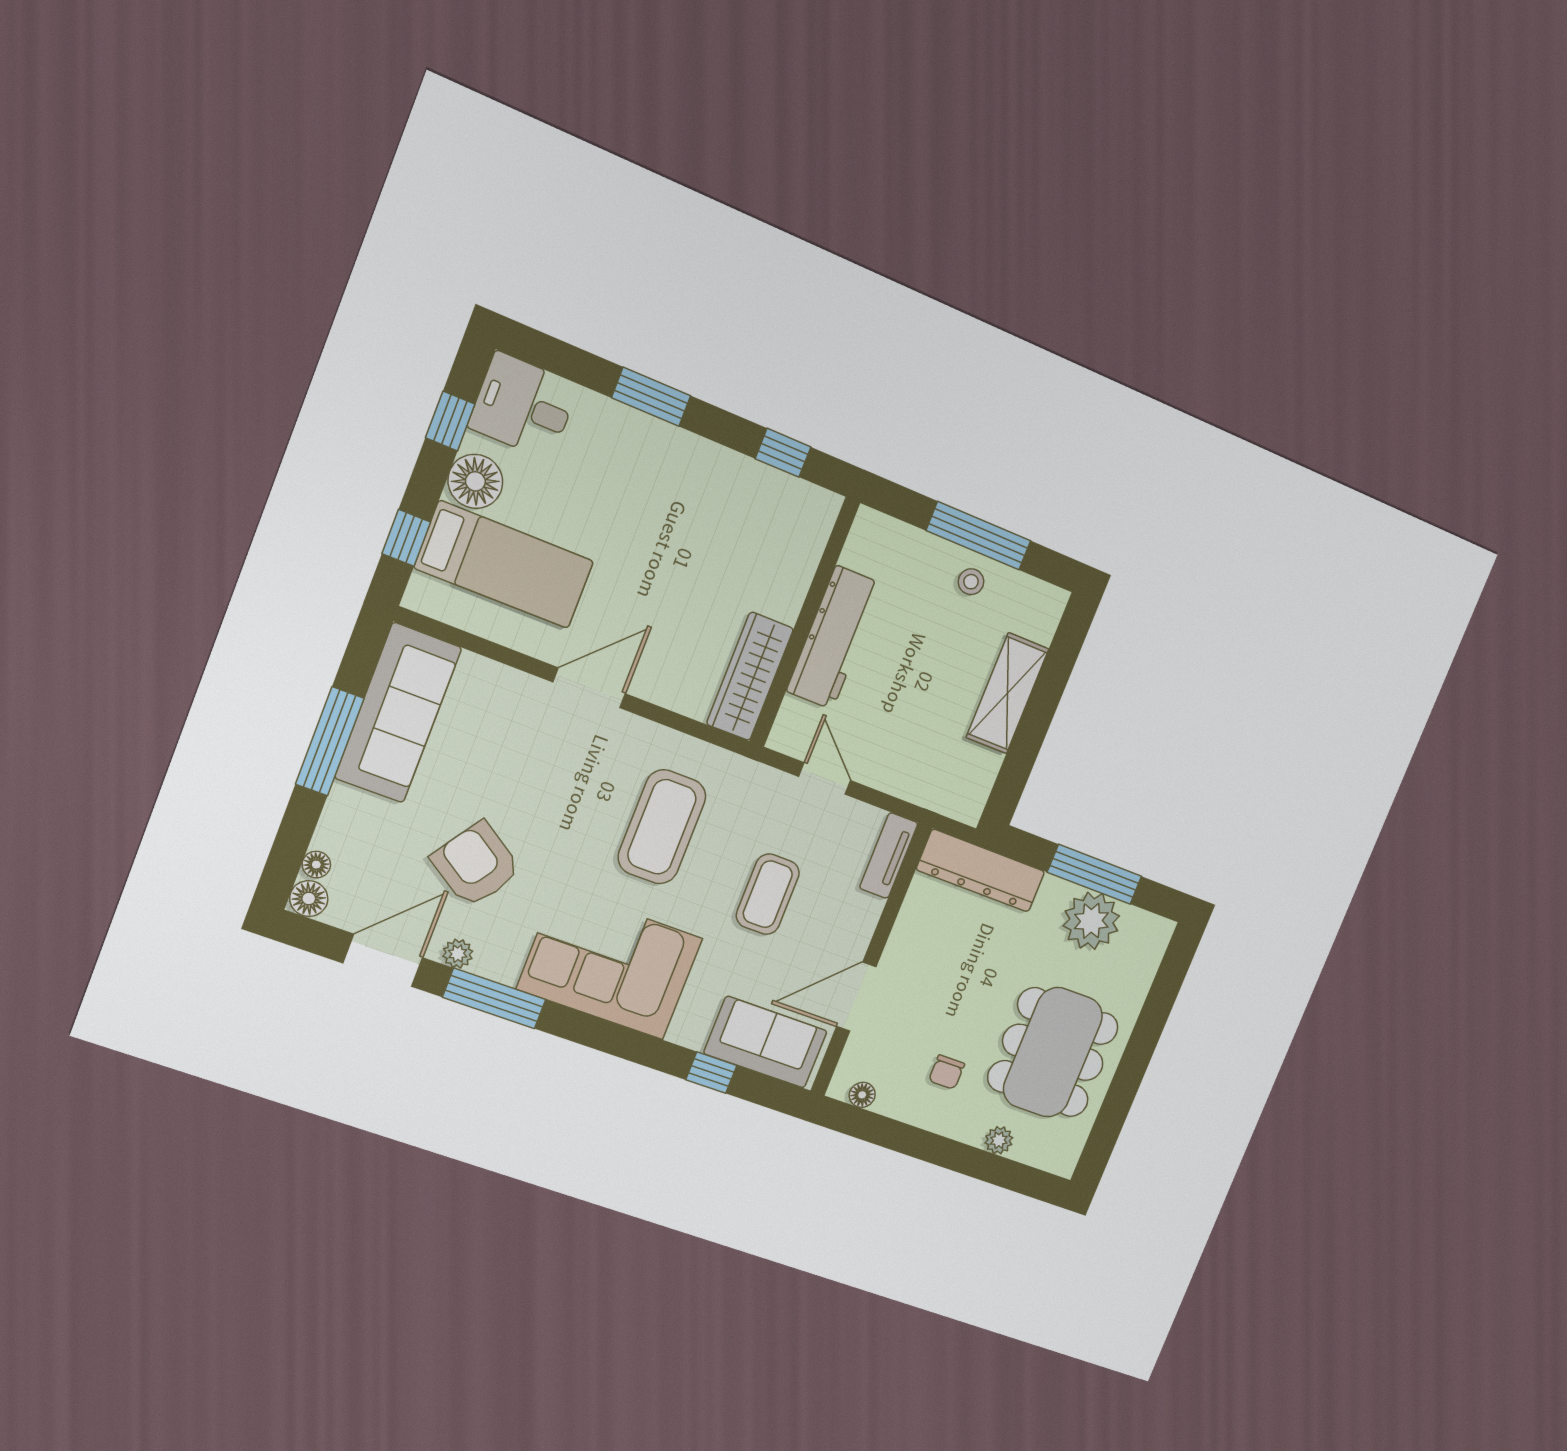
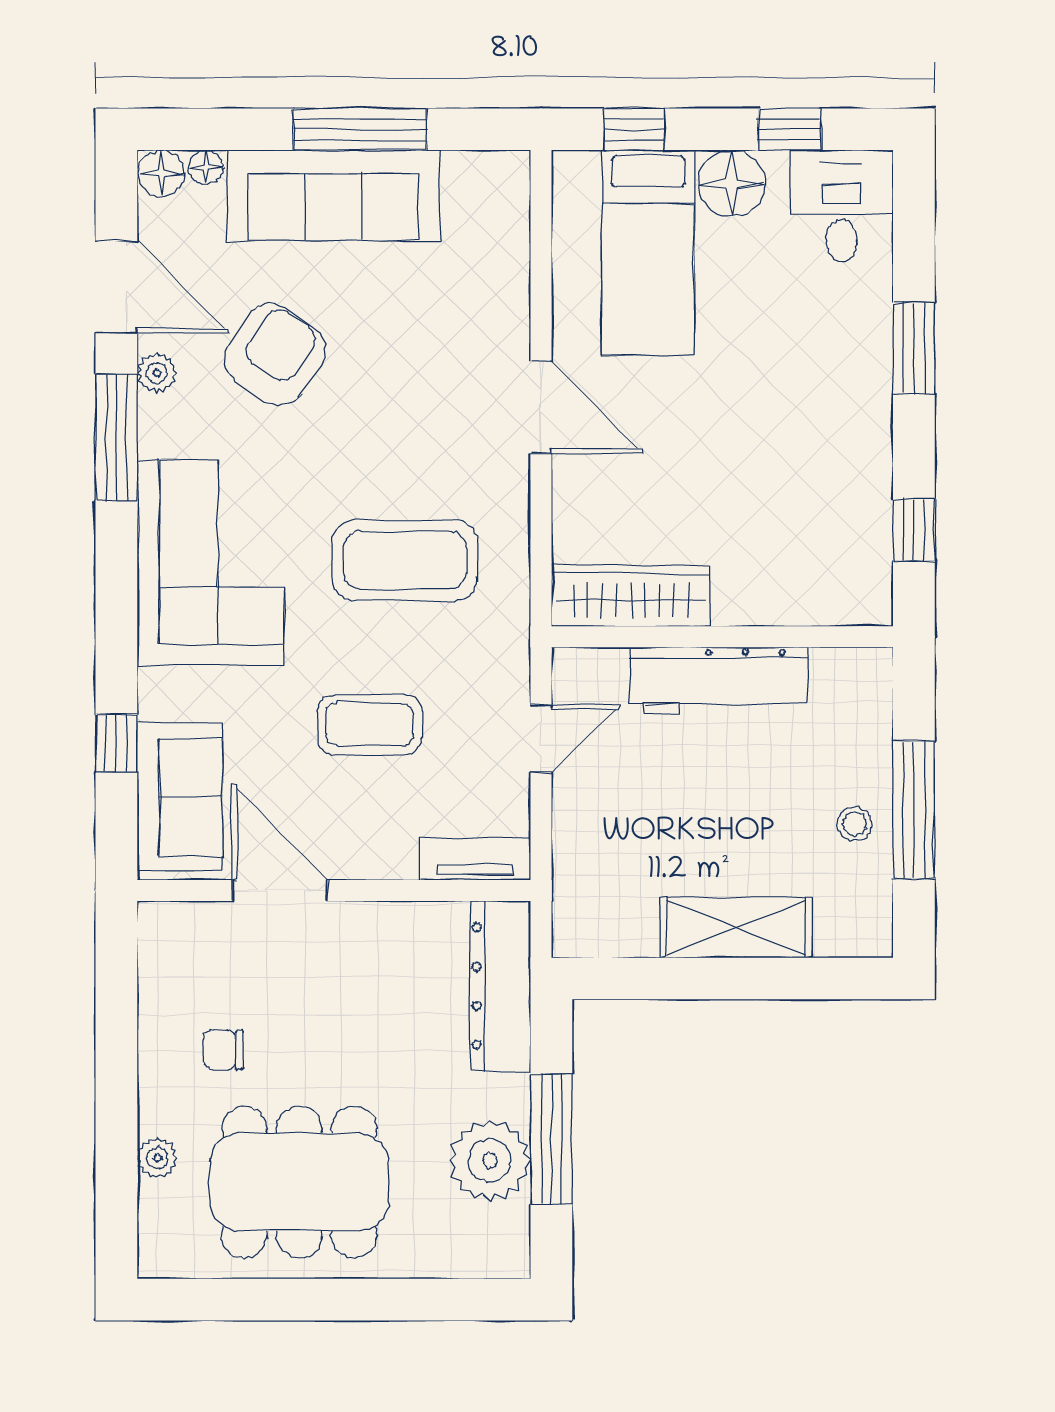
sofa: (398, 713) -> (334, 195), moved
floor lamp: (862, 1095) -> (155, 950), removed

